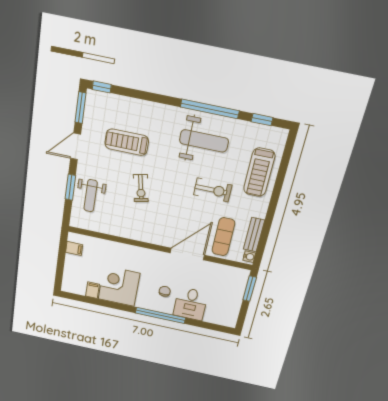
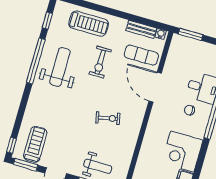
treadmill: (127, 142) -> (35, 144), moved, turned 180
exercise bike: (141, 188) -> (108, 118), moved
exercise bike: (213, 190) -> (100, 62), turned 180

